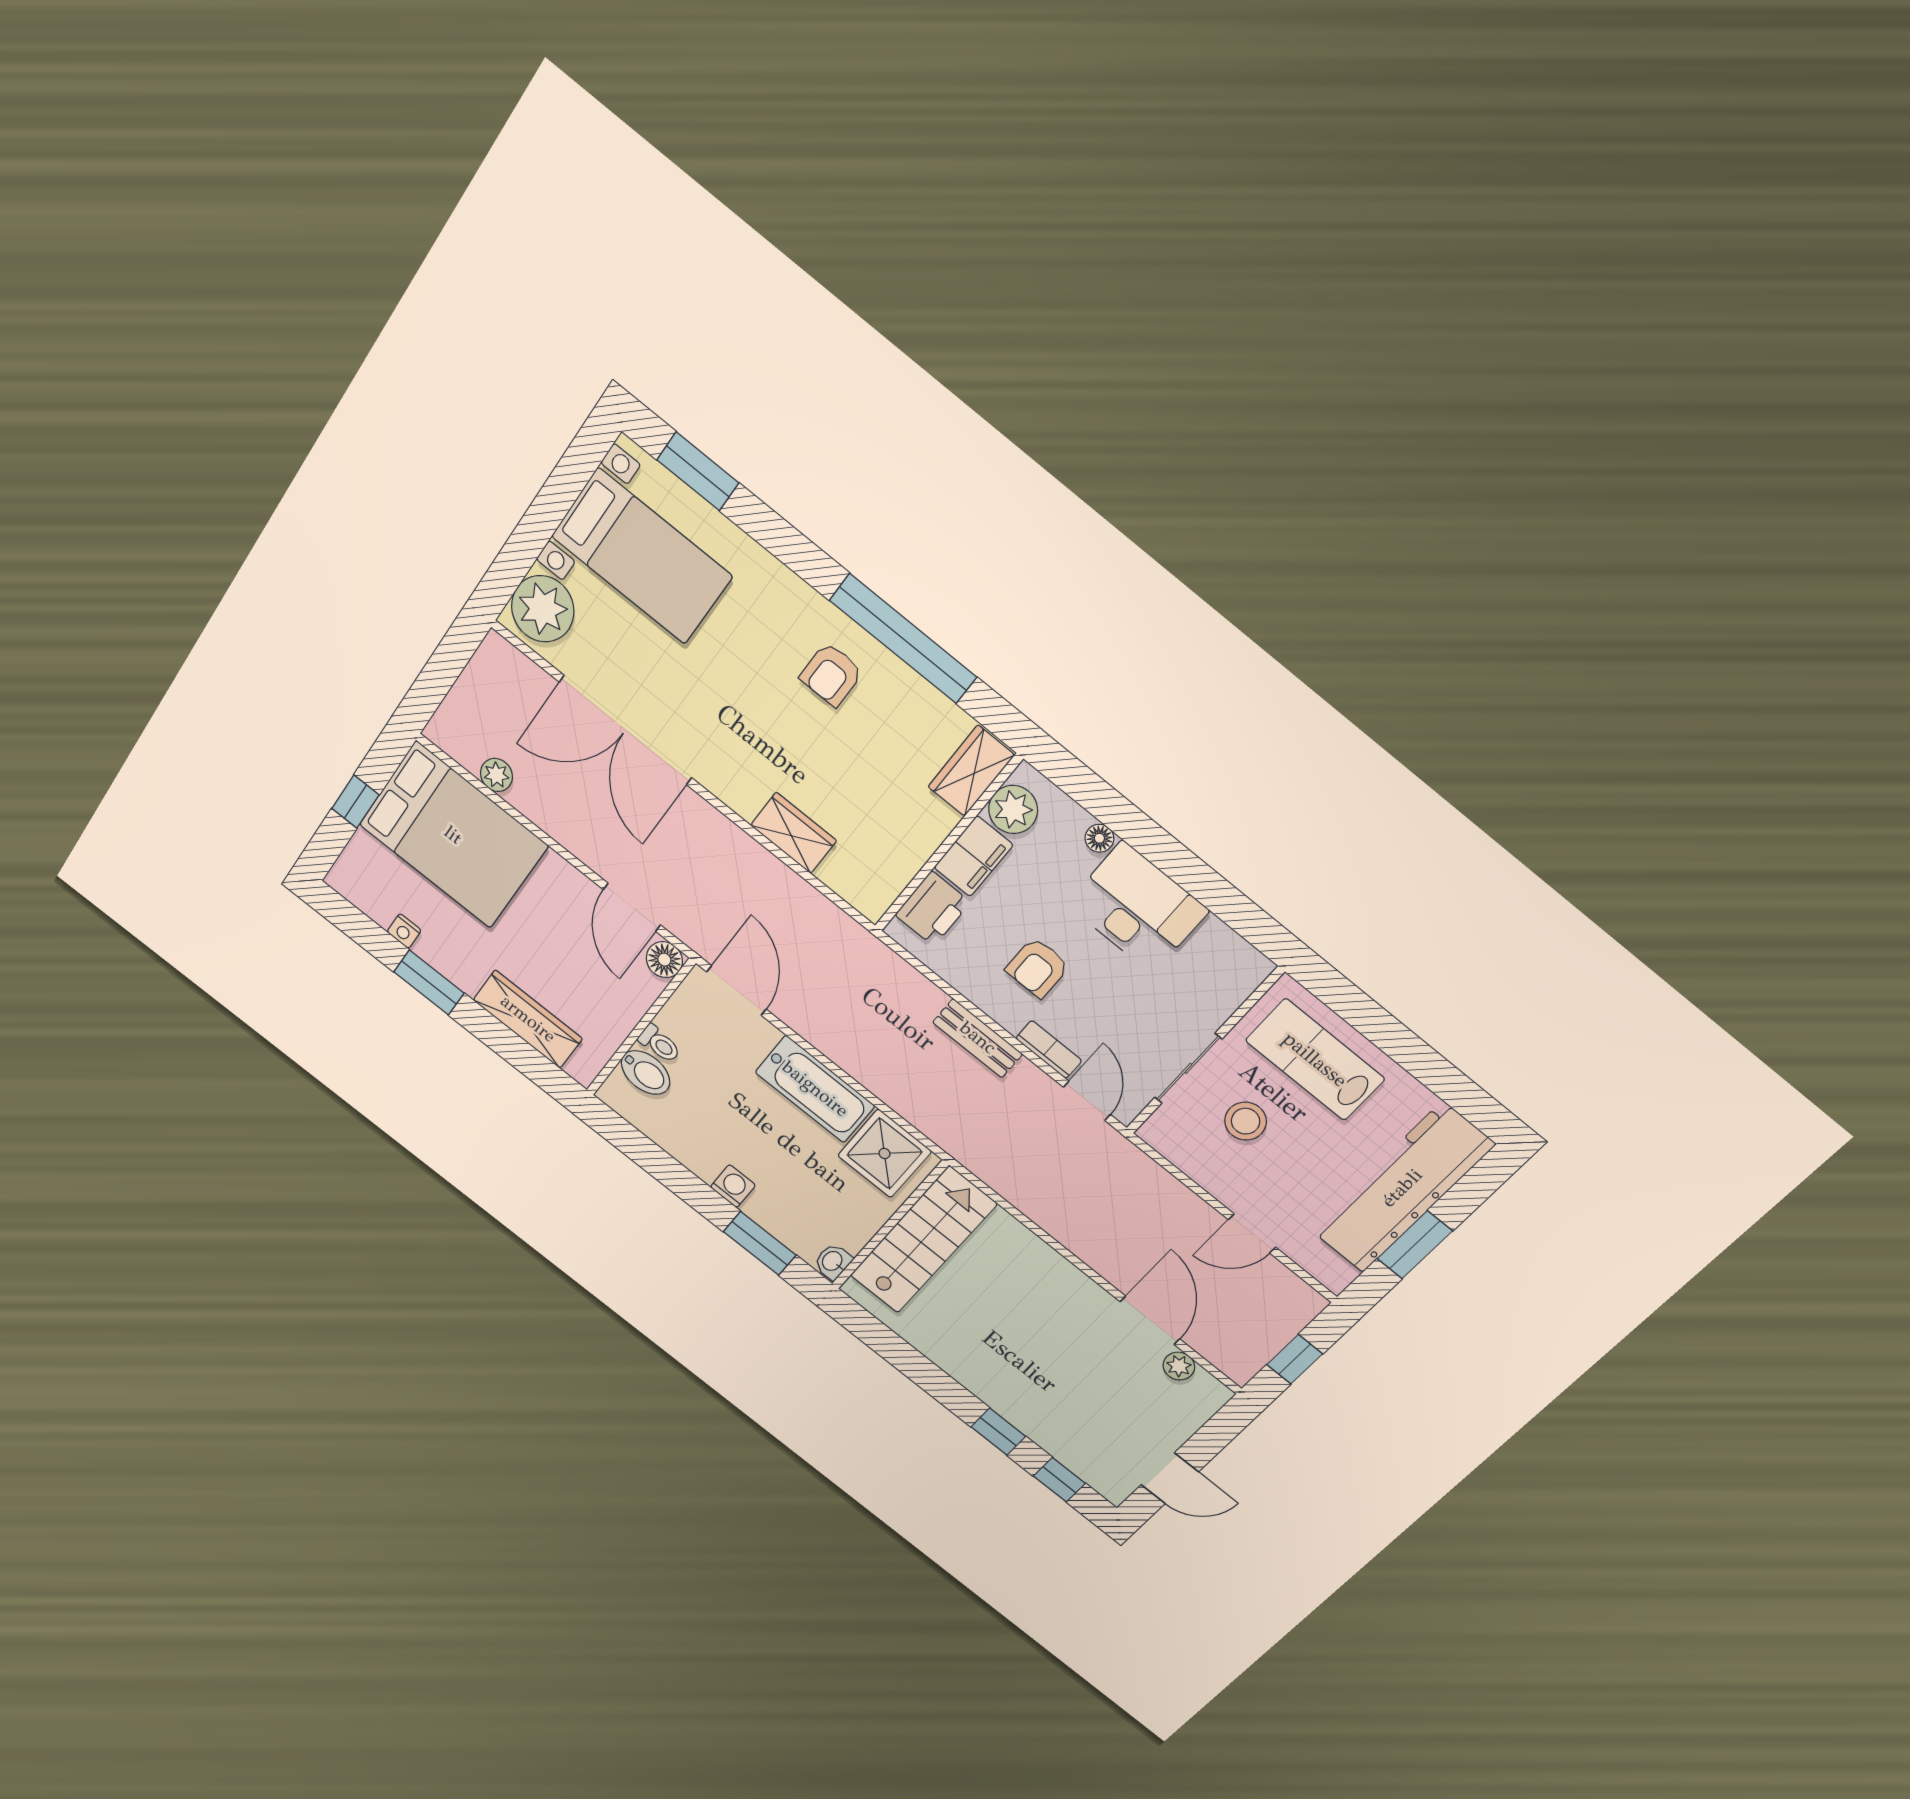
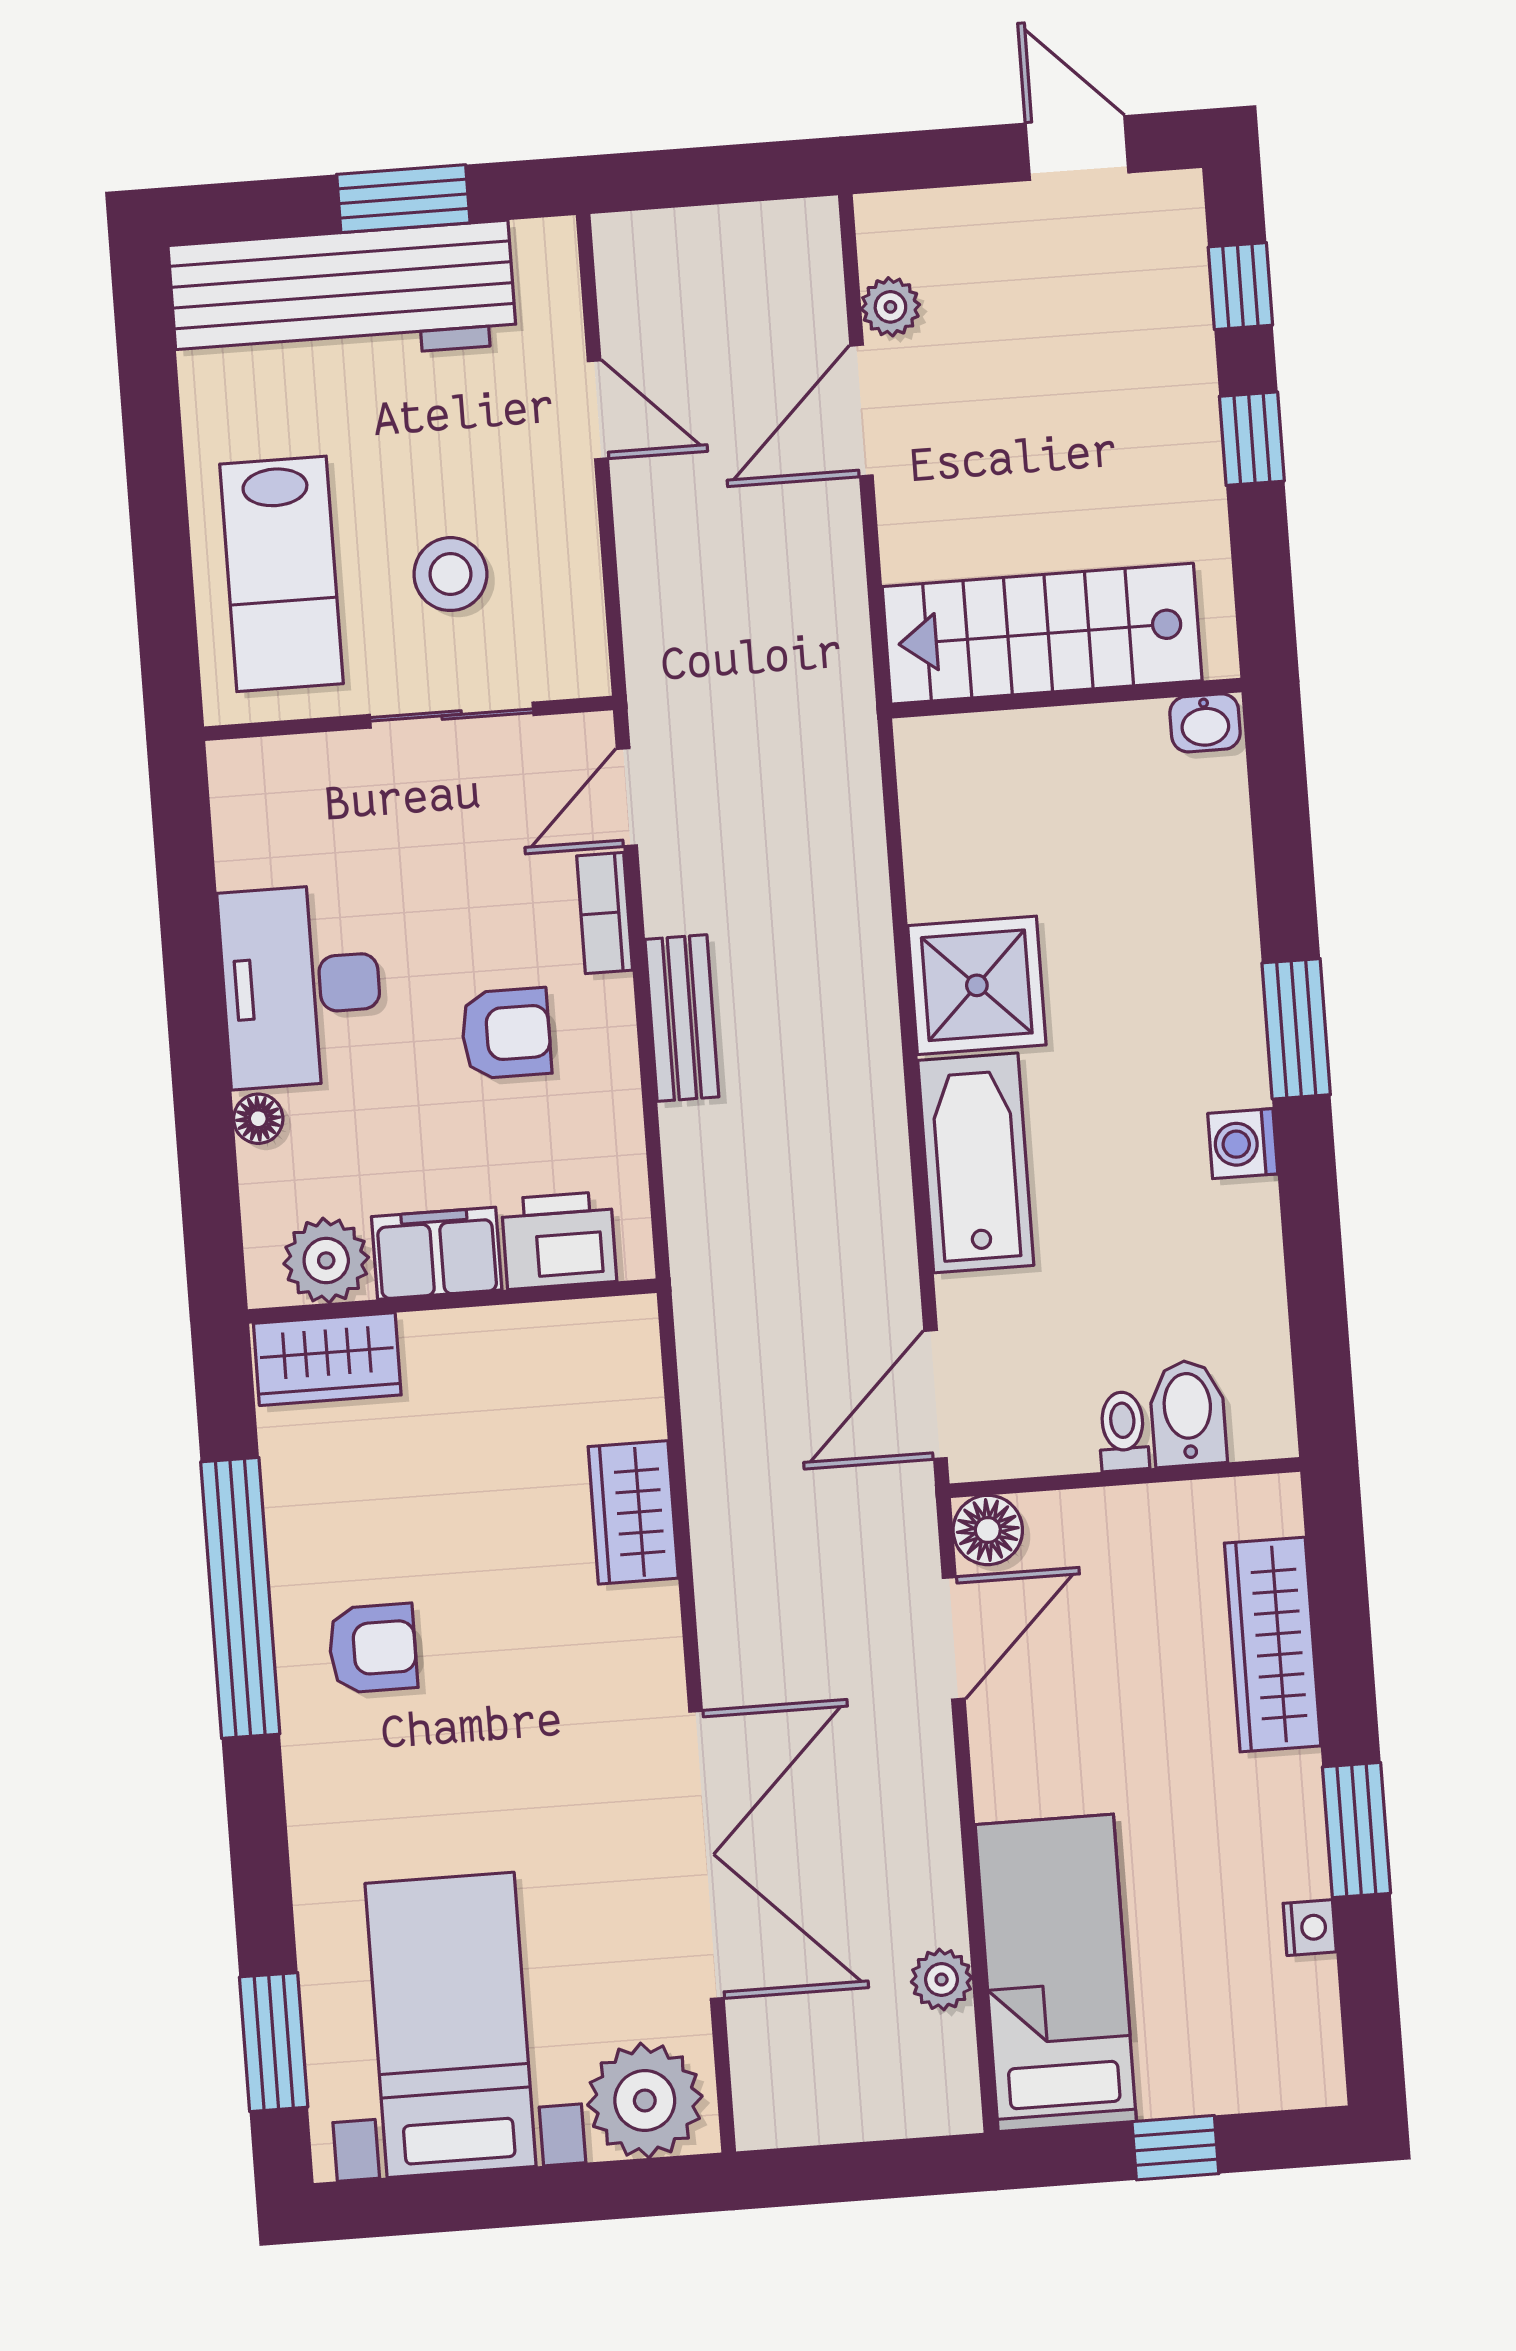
bed: (453, 835) -> (1056, 1973), width x0.67
wall: (890, 1225) -> (1066, 698), moved
stairs: (923, 1240) -> (1042, 634), moved
washbasin: (833, 1261) -> (1205, 723), moved
window: (1295, 1359) -> (722, 175), removed

